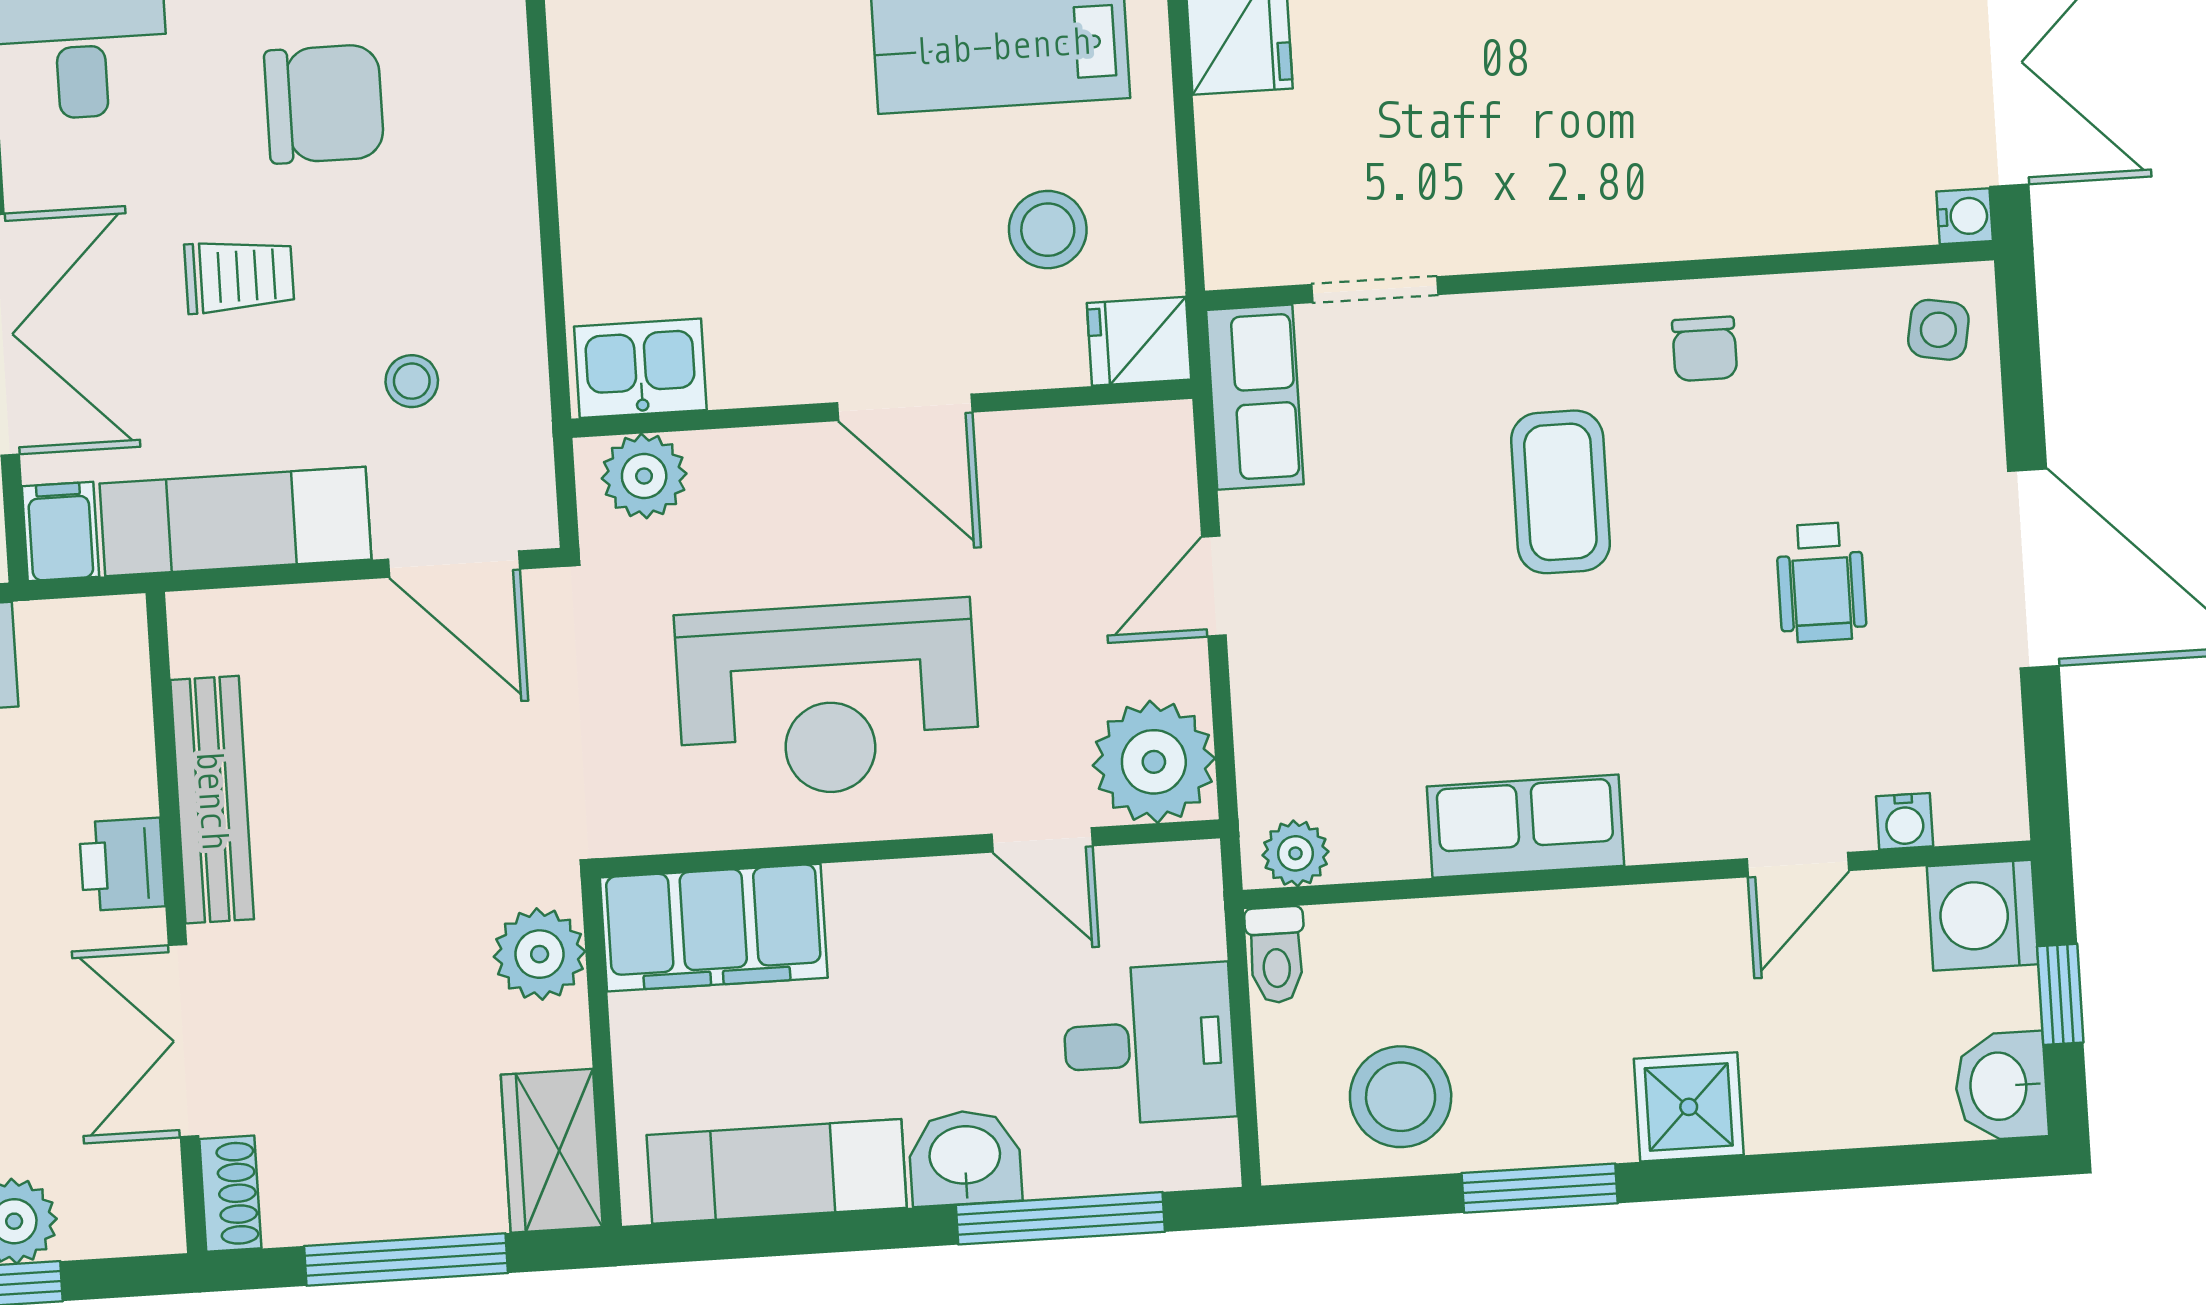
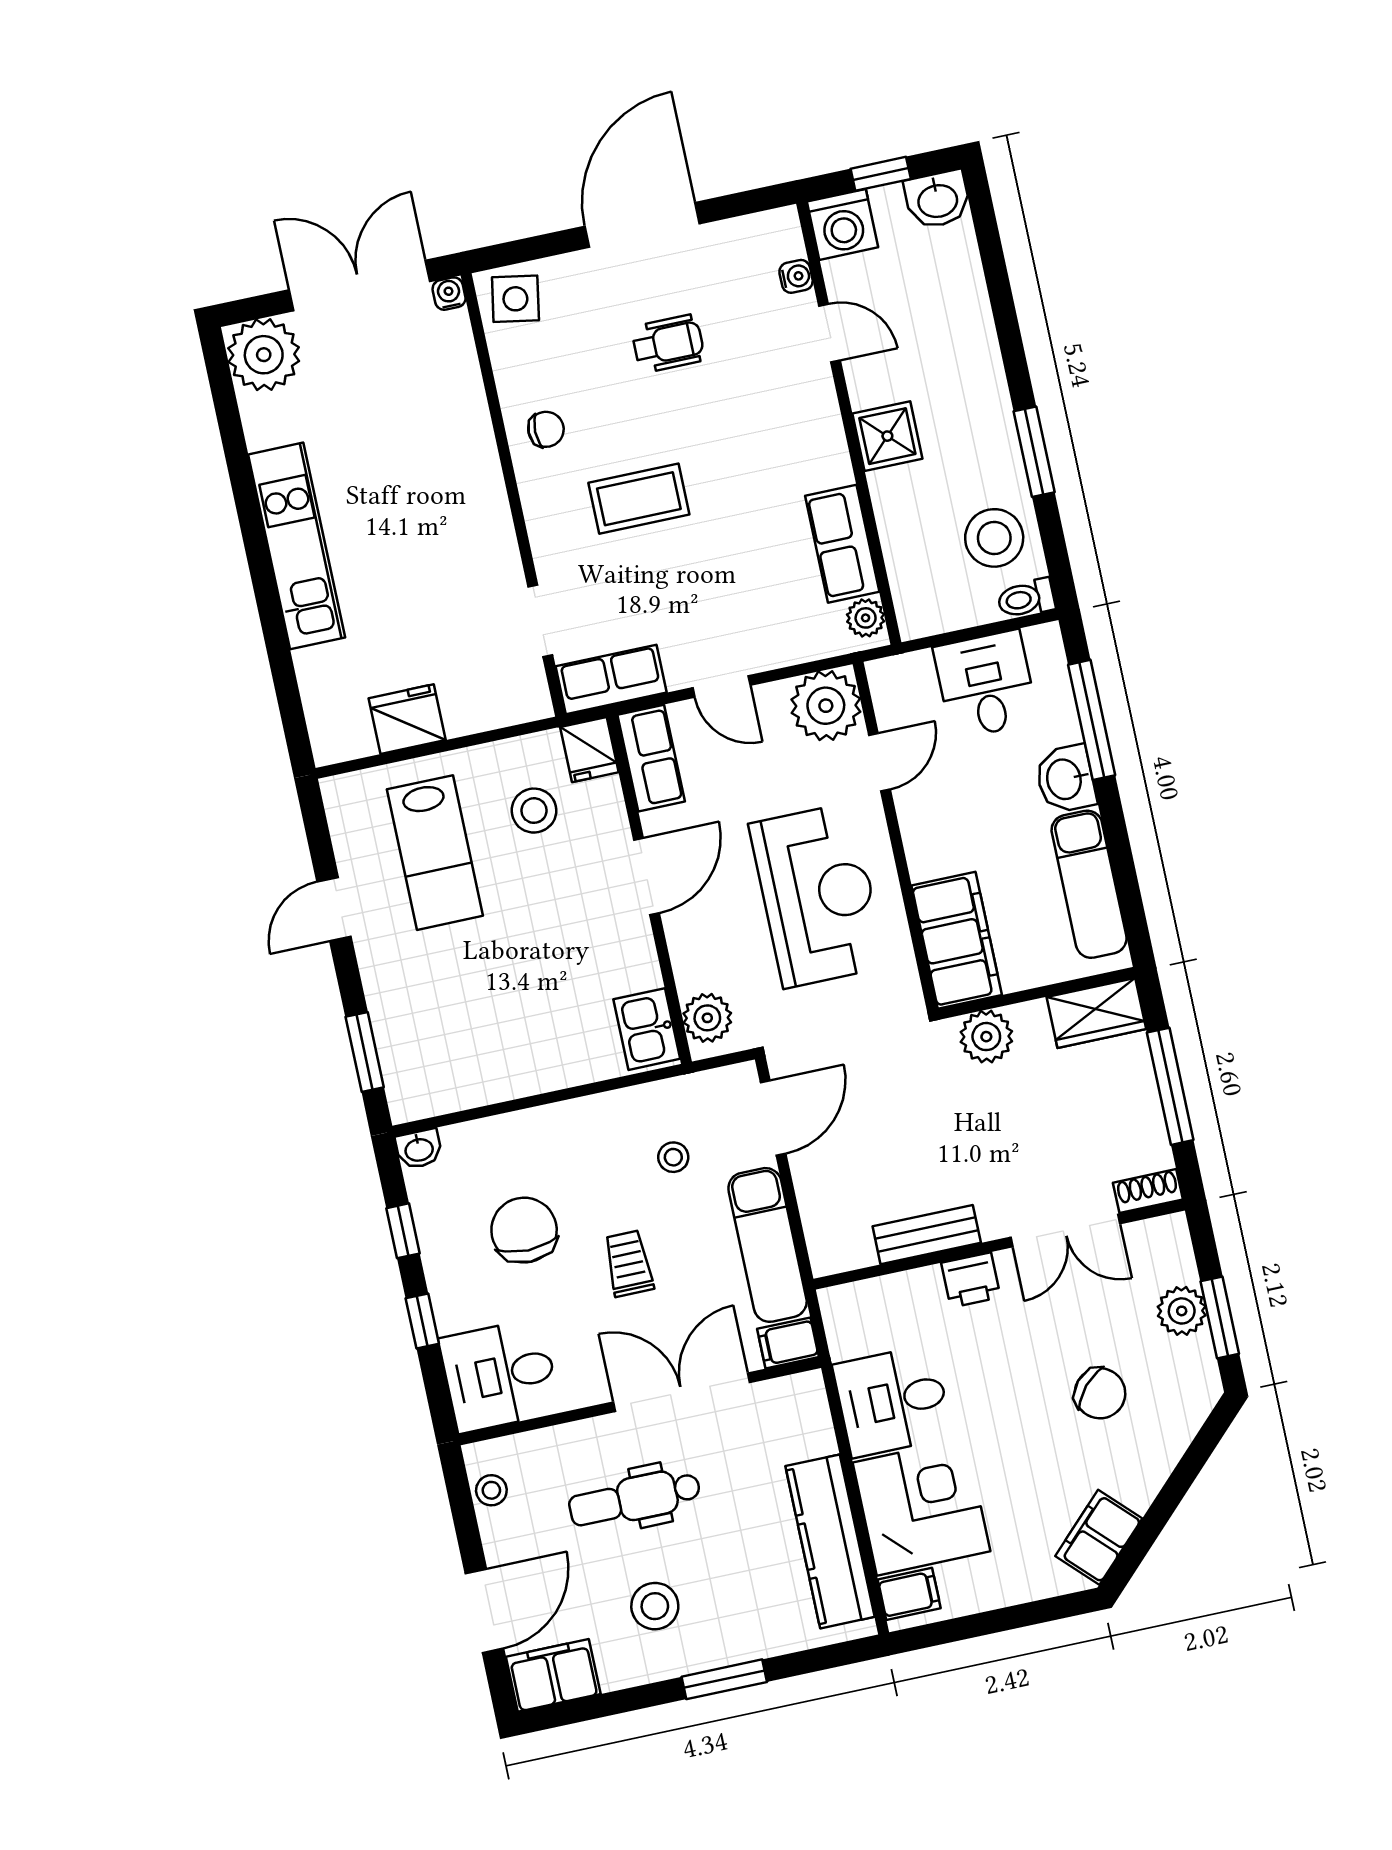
side table: (1938, 330) -> (515, 299), width x1.37, depth x1.37
row of seats: (1108, 446) -> (651, 758), added
bench: (212, 800) -> (927, 1235), width x0.73
row of seats: (1526, 826) -> (842, 544), moved
toilet: (1276, 955) -> (1026, 599), moved, turned 180
shower: (1689, 1107) -> (887, 436), moved

